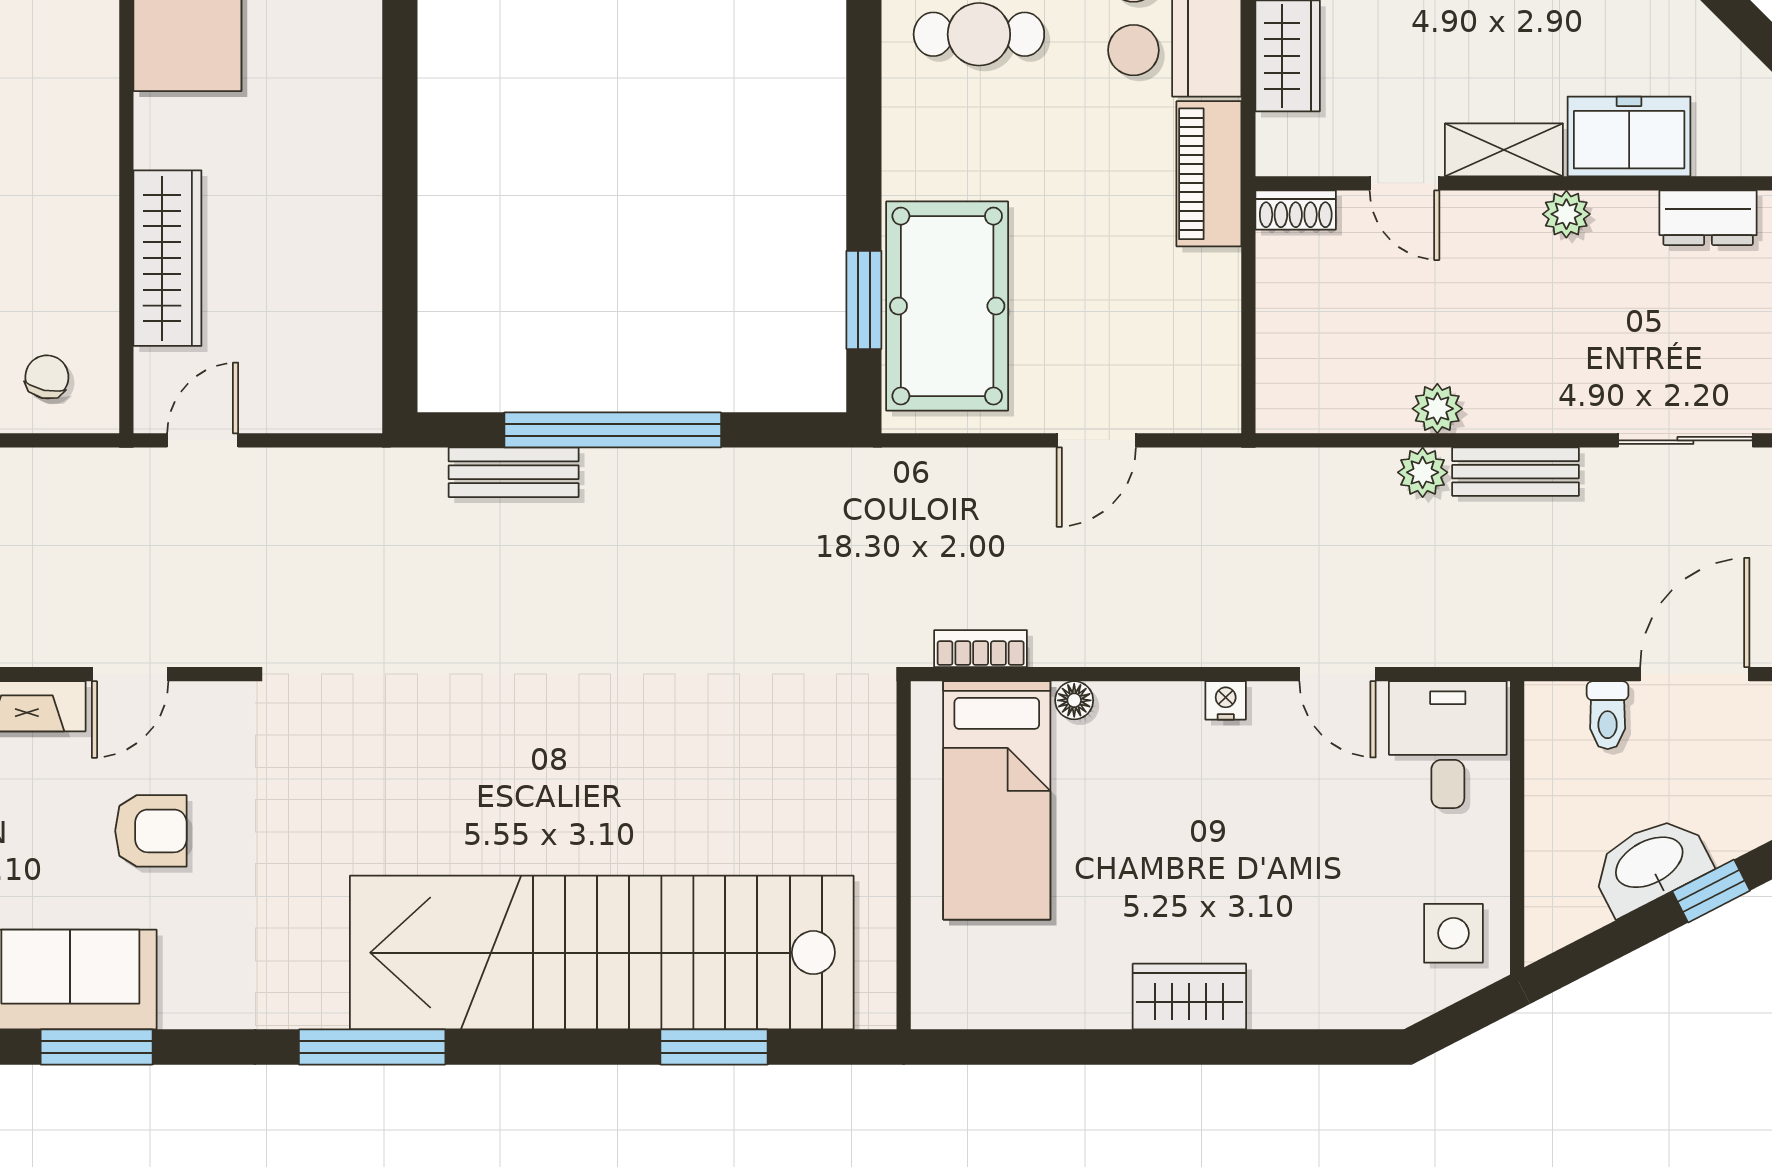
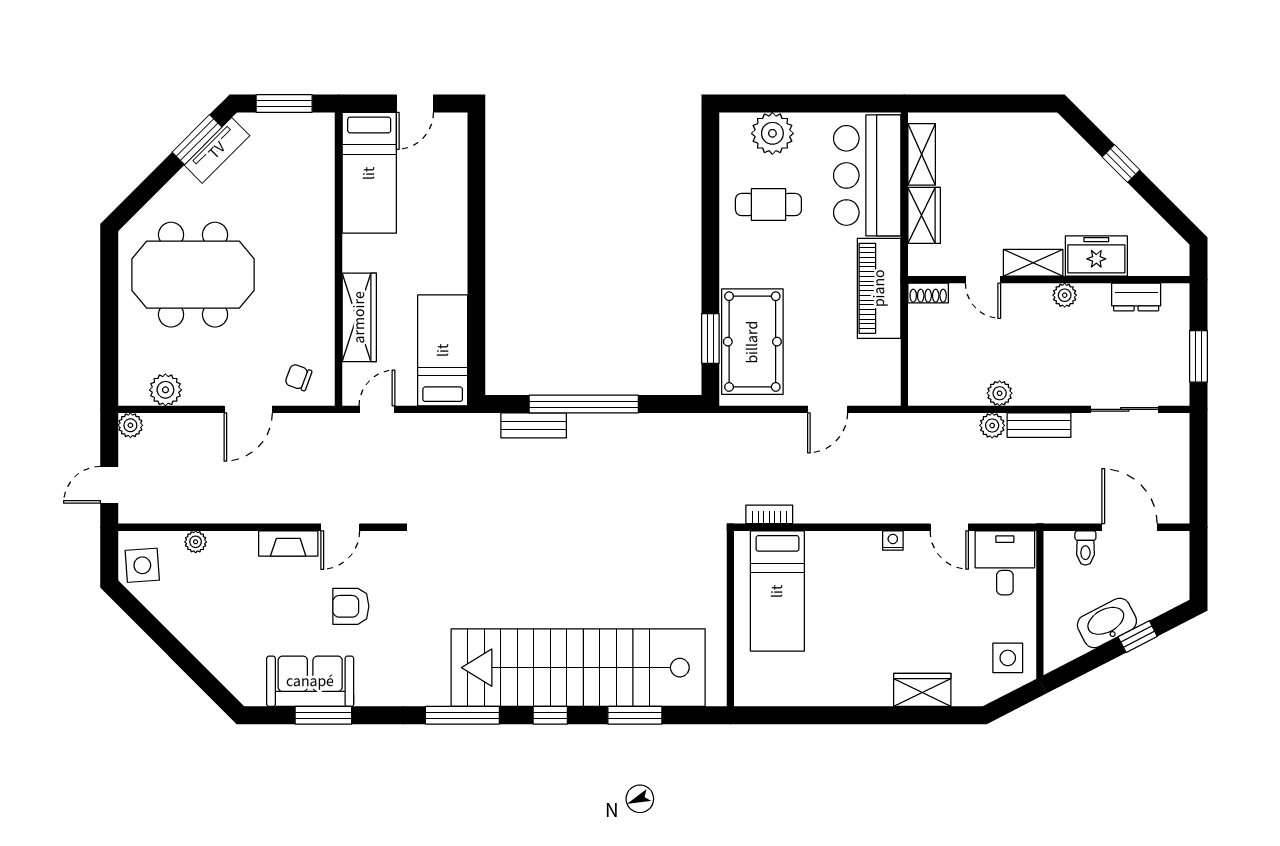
piano: (1209, 174) -> (879, 288), width x1.37, depth x1.33
bed: (333, 324) -> (443, 350), added
chair: (47, 377) -> (298, 377), turned -82
door: (1695, 674) -> (1129, 527), hinge flipped
floor lamp: (1074, 700) -> (816, 540), removed
armchair: (151, 831) -> (351, 606), turned 180
wardrobe: (1189, 997) -> (922, 690), moved
window: (546, 1047) -> (550, 715), added

